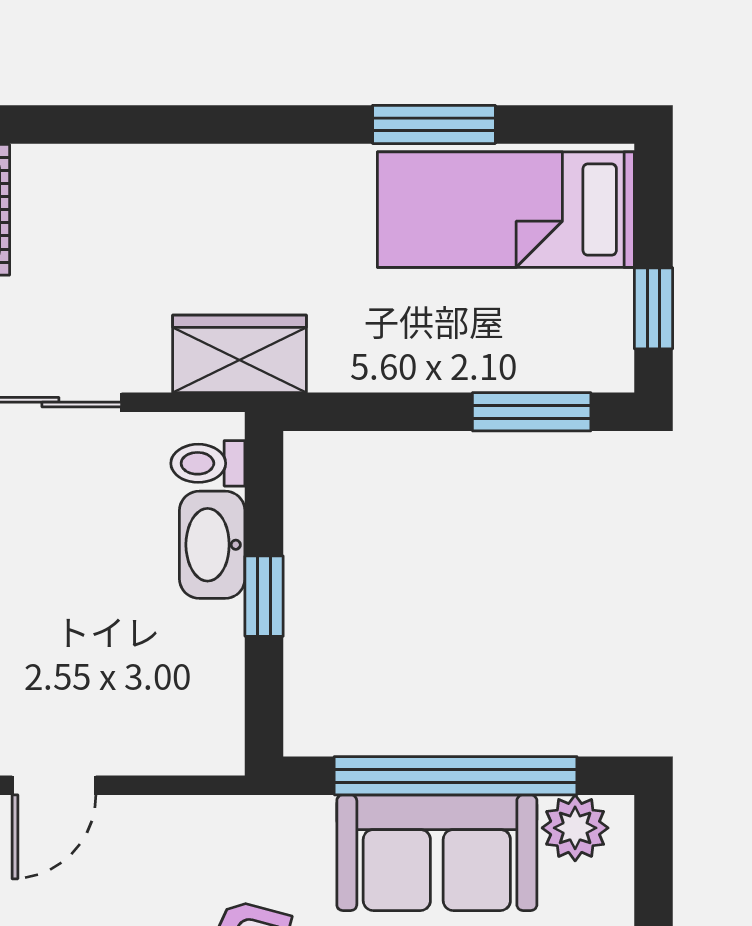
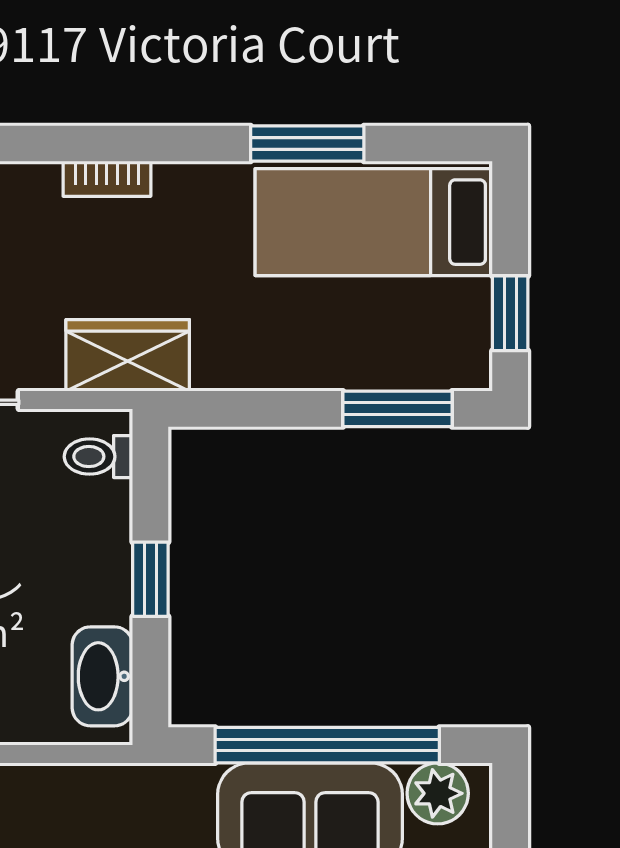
bookcase: (217, 163) -> (107, 179), added
washbasin: (212, 545) -> (102, 676), moved

